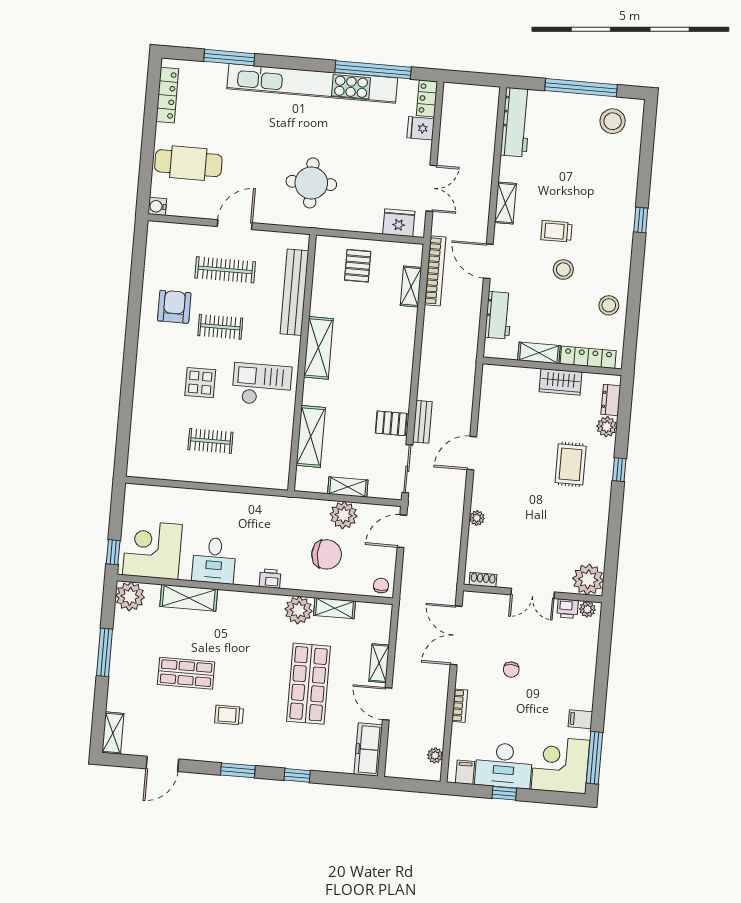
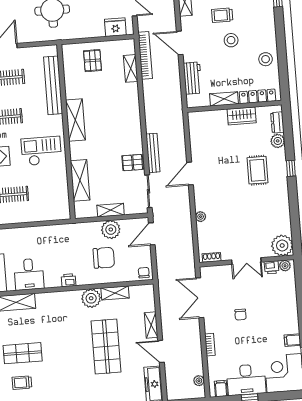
bench: (422, 422) -> (153, 153), width x1.36
trolley: (229, 715) -> (22, 383), moved

